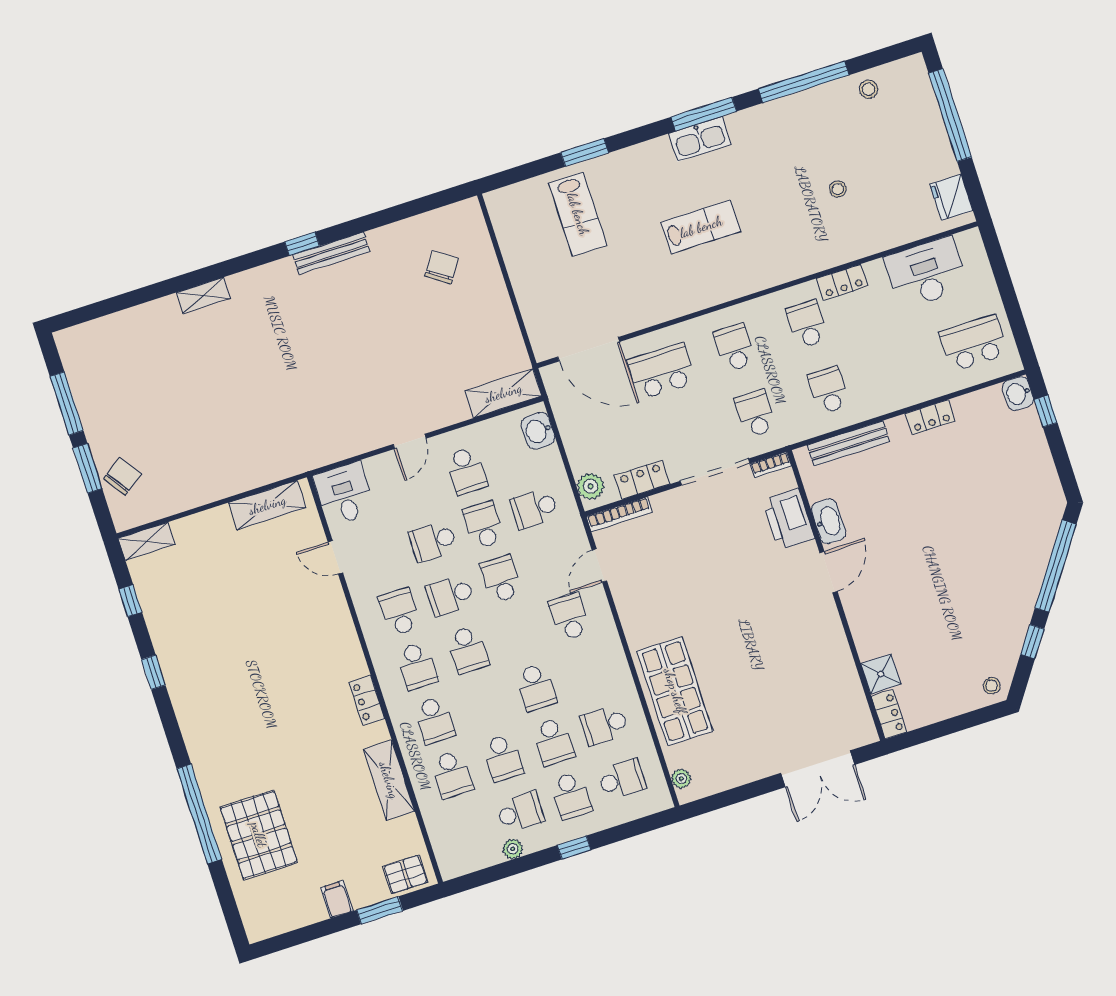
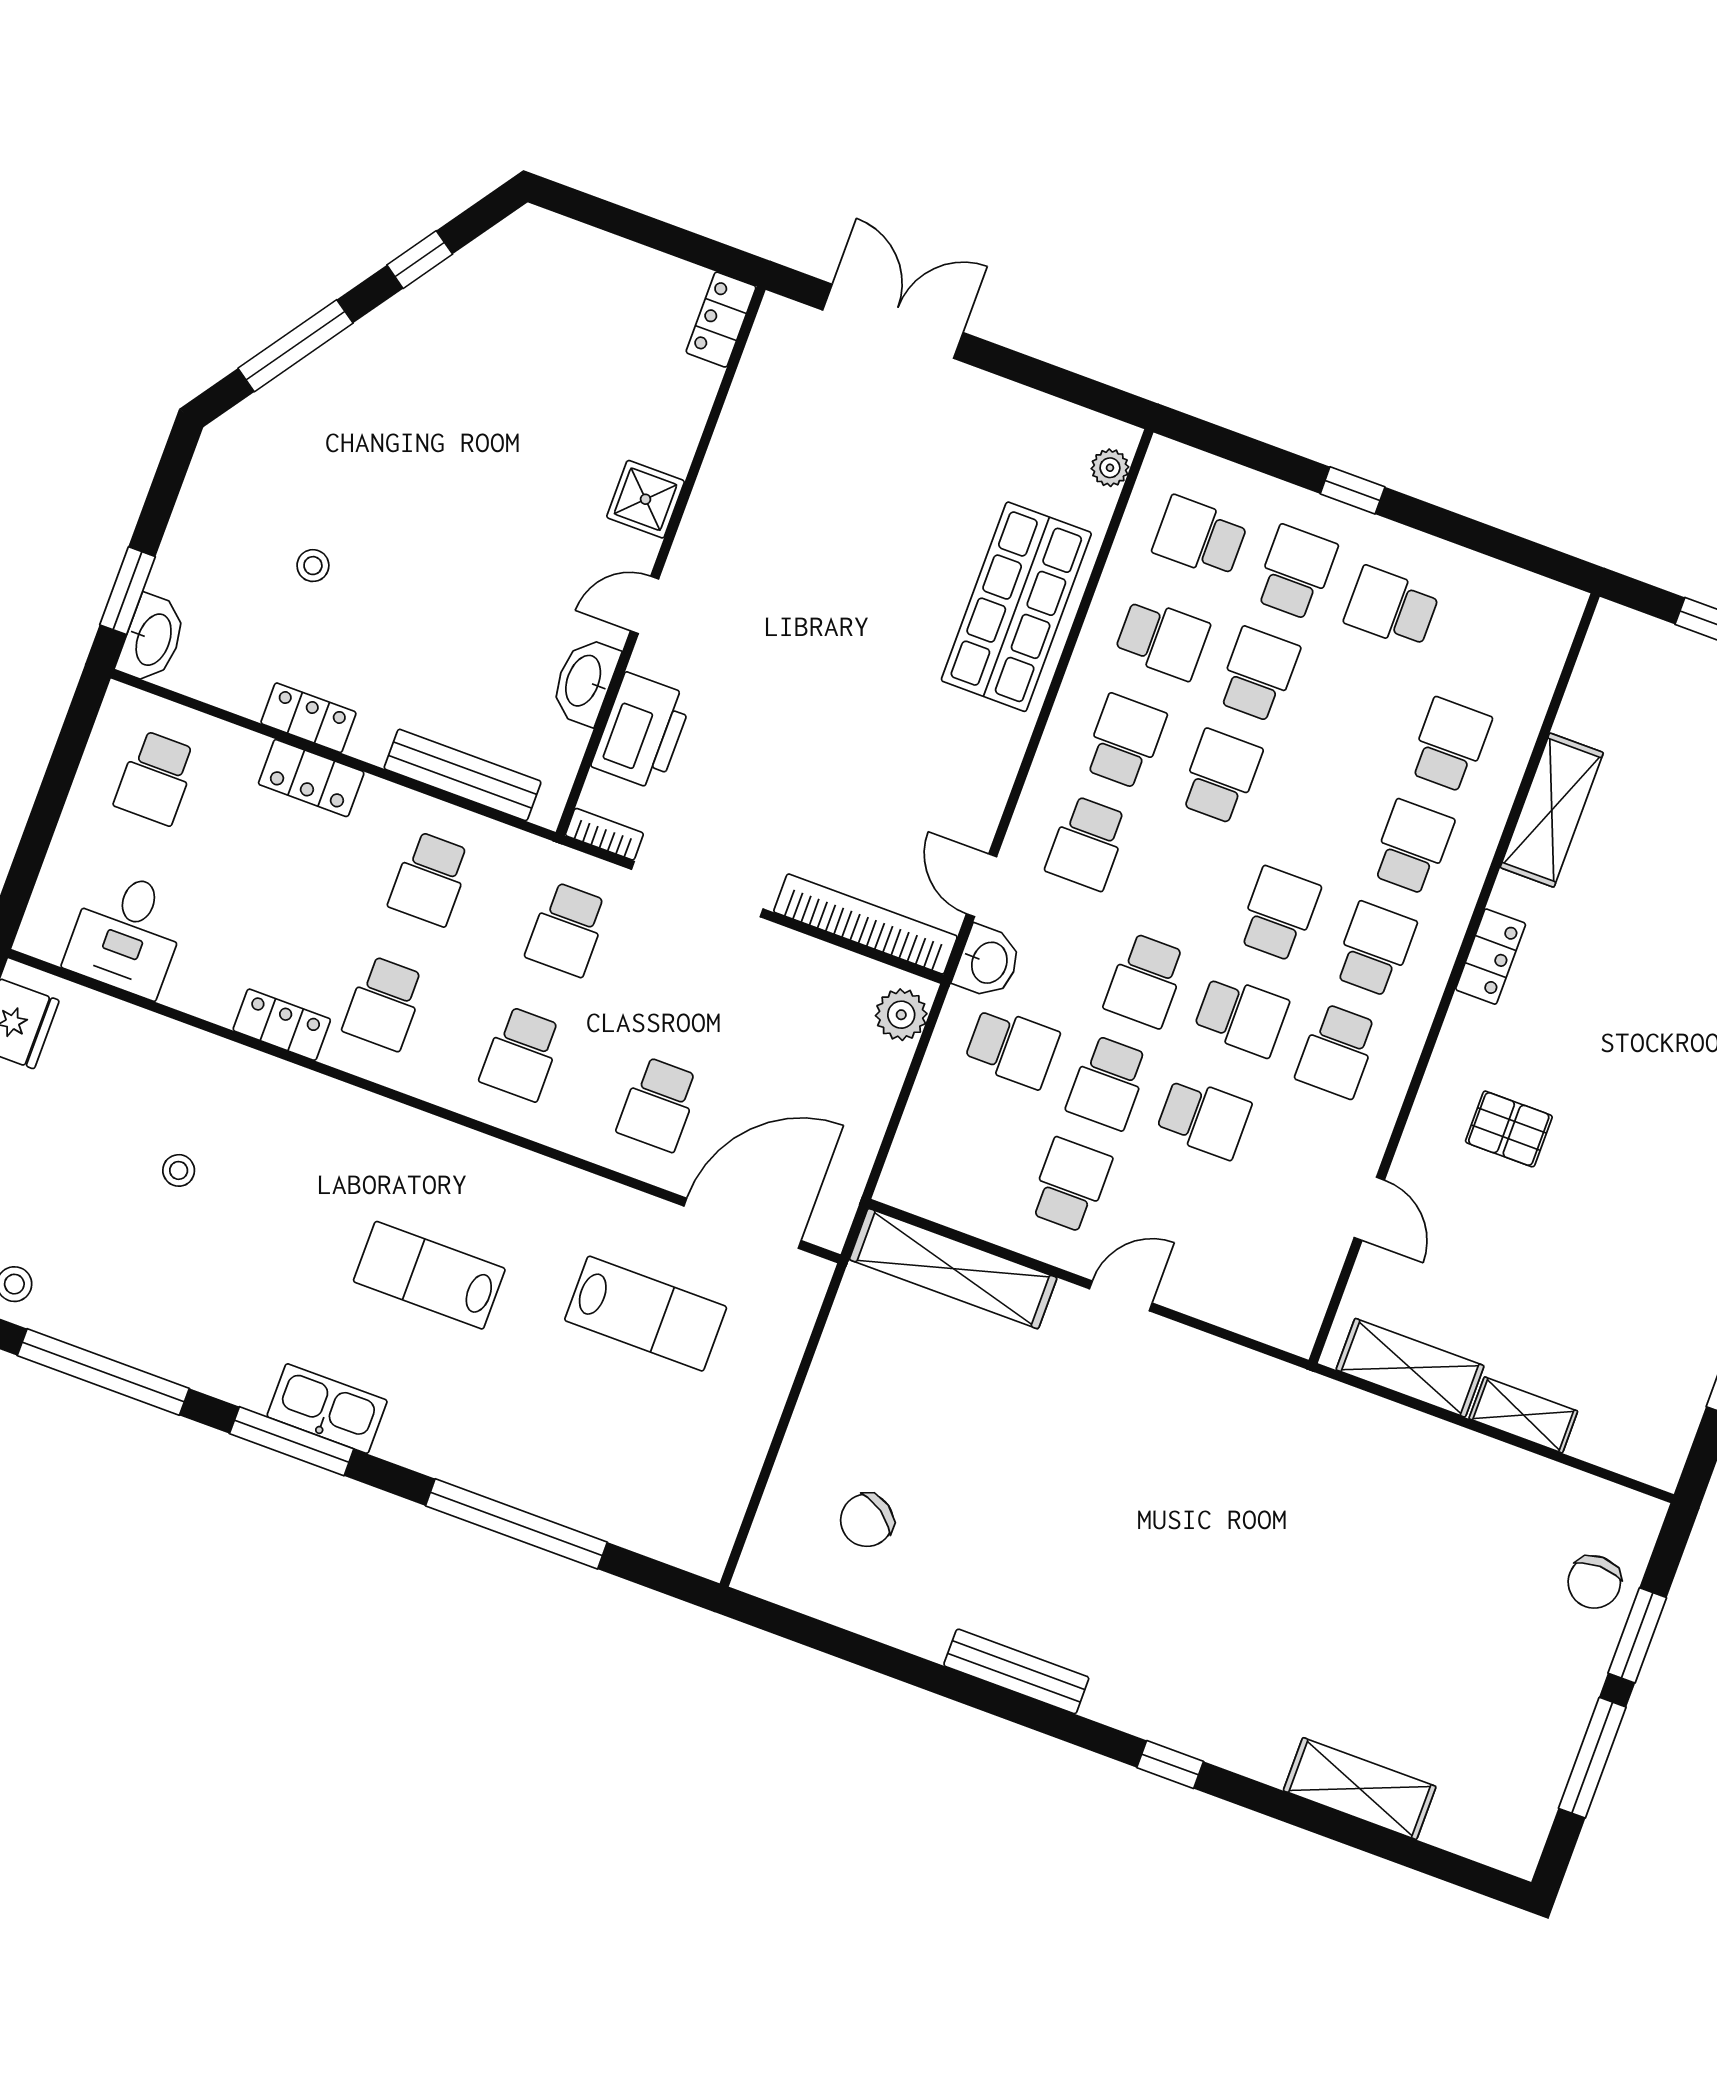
window: (585, 153) -> (516, 1524), width x2.11
lab bench: (578, 214) -> (646, 1314), moved, turned 90
window: (302, 244) -> (1170, 1764), moved
desk: (926, 273) -> (127, 933), width x0.73
shelving: (203, 295) -> (1360, 1789), moved, width x1.50, depth x1.33
school desk: (974, 343) -> (156, 778), width x0.54
door: (589, 349) -> (743, 1223), hinge flipped
school desk: (662, 371) -> (658, 1104), width x0.54
shelving: (503, 393) -> (953, 1269), width x1.47
washbasin: (1018, 393) -> (152, 639), width x1.38
window: (1046, 411) -> (128, 591), width x1.50
washbasin: (538, 431) -> (988, 962), moved
chair: (122, 476) -> (1594, 1582), turned -55
locker: (642, 480) -> (311, 778), moved
desk: (344, 494) -> (1281, 1294), removed
bookcase: (619, 514) -> (865, 924), width x1.48, depth x1.31
shelving: (146, 541) -> (1523, 1415), moved
door: (599, 565) -> (982, 885), swing flipped
window: (1056, 566) -> (296, 346), width x0.68
door: (828, 572) -> (644, 605), width x0.73
shower: (881, 674) -> (646, 499), moved
stool: (992, 686) -> (313, 566), moved
school desk: (503, 758) -> (1125, 741), moved
plant: (513, 849) -> (1446, 561), removed
pallet: (405, 874) -> (1509, 1129), moved

